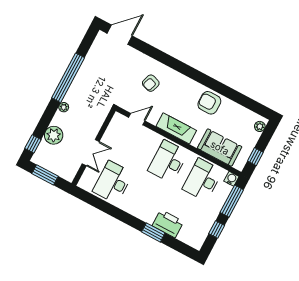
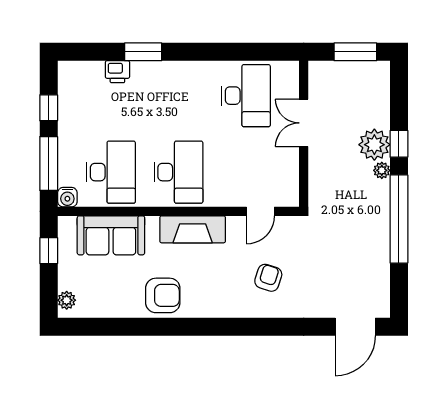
plant: (54, 135) -> (374, 145), moved
window: (33, 144) -> (399, 144), moved
printer: (168, 224) -> (117, 72), width x0.53, depth x0.68

